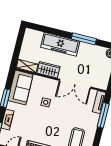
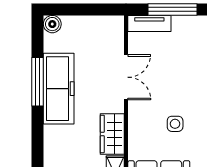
freezer: (60, 44) -> (59, 89), moved
double door: (75, 84) -> (126, 77), width x0.73

